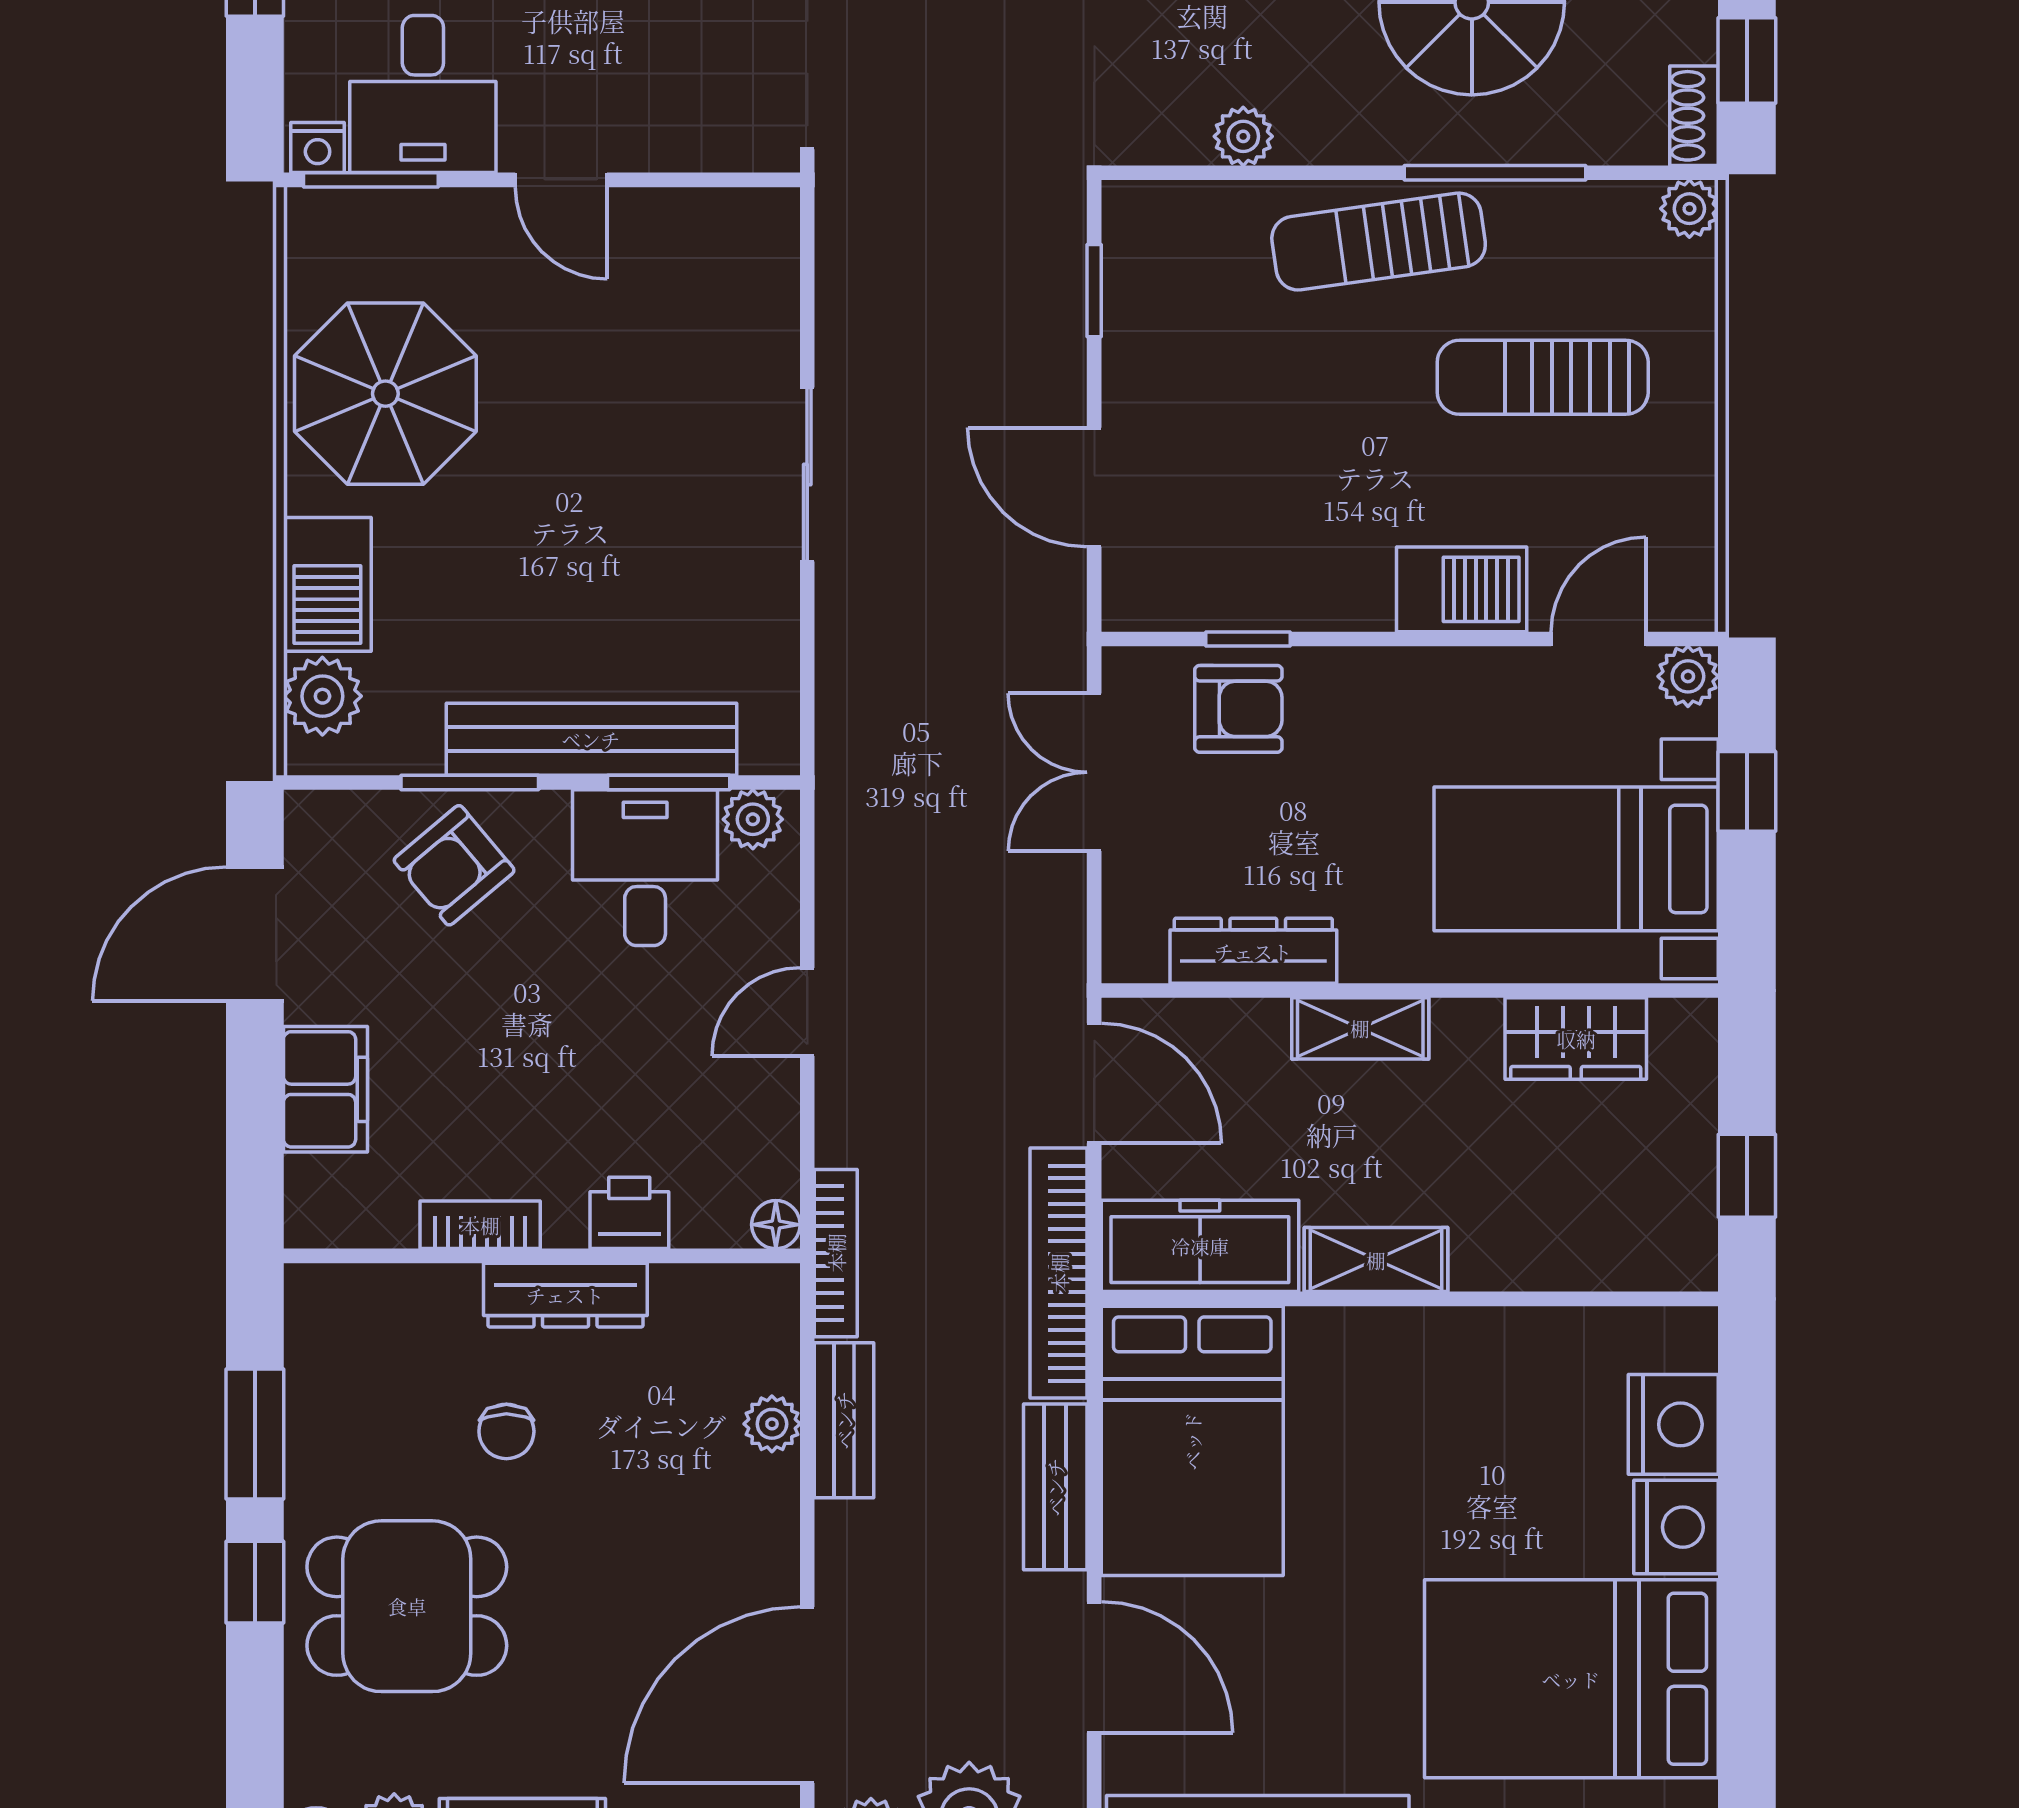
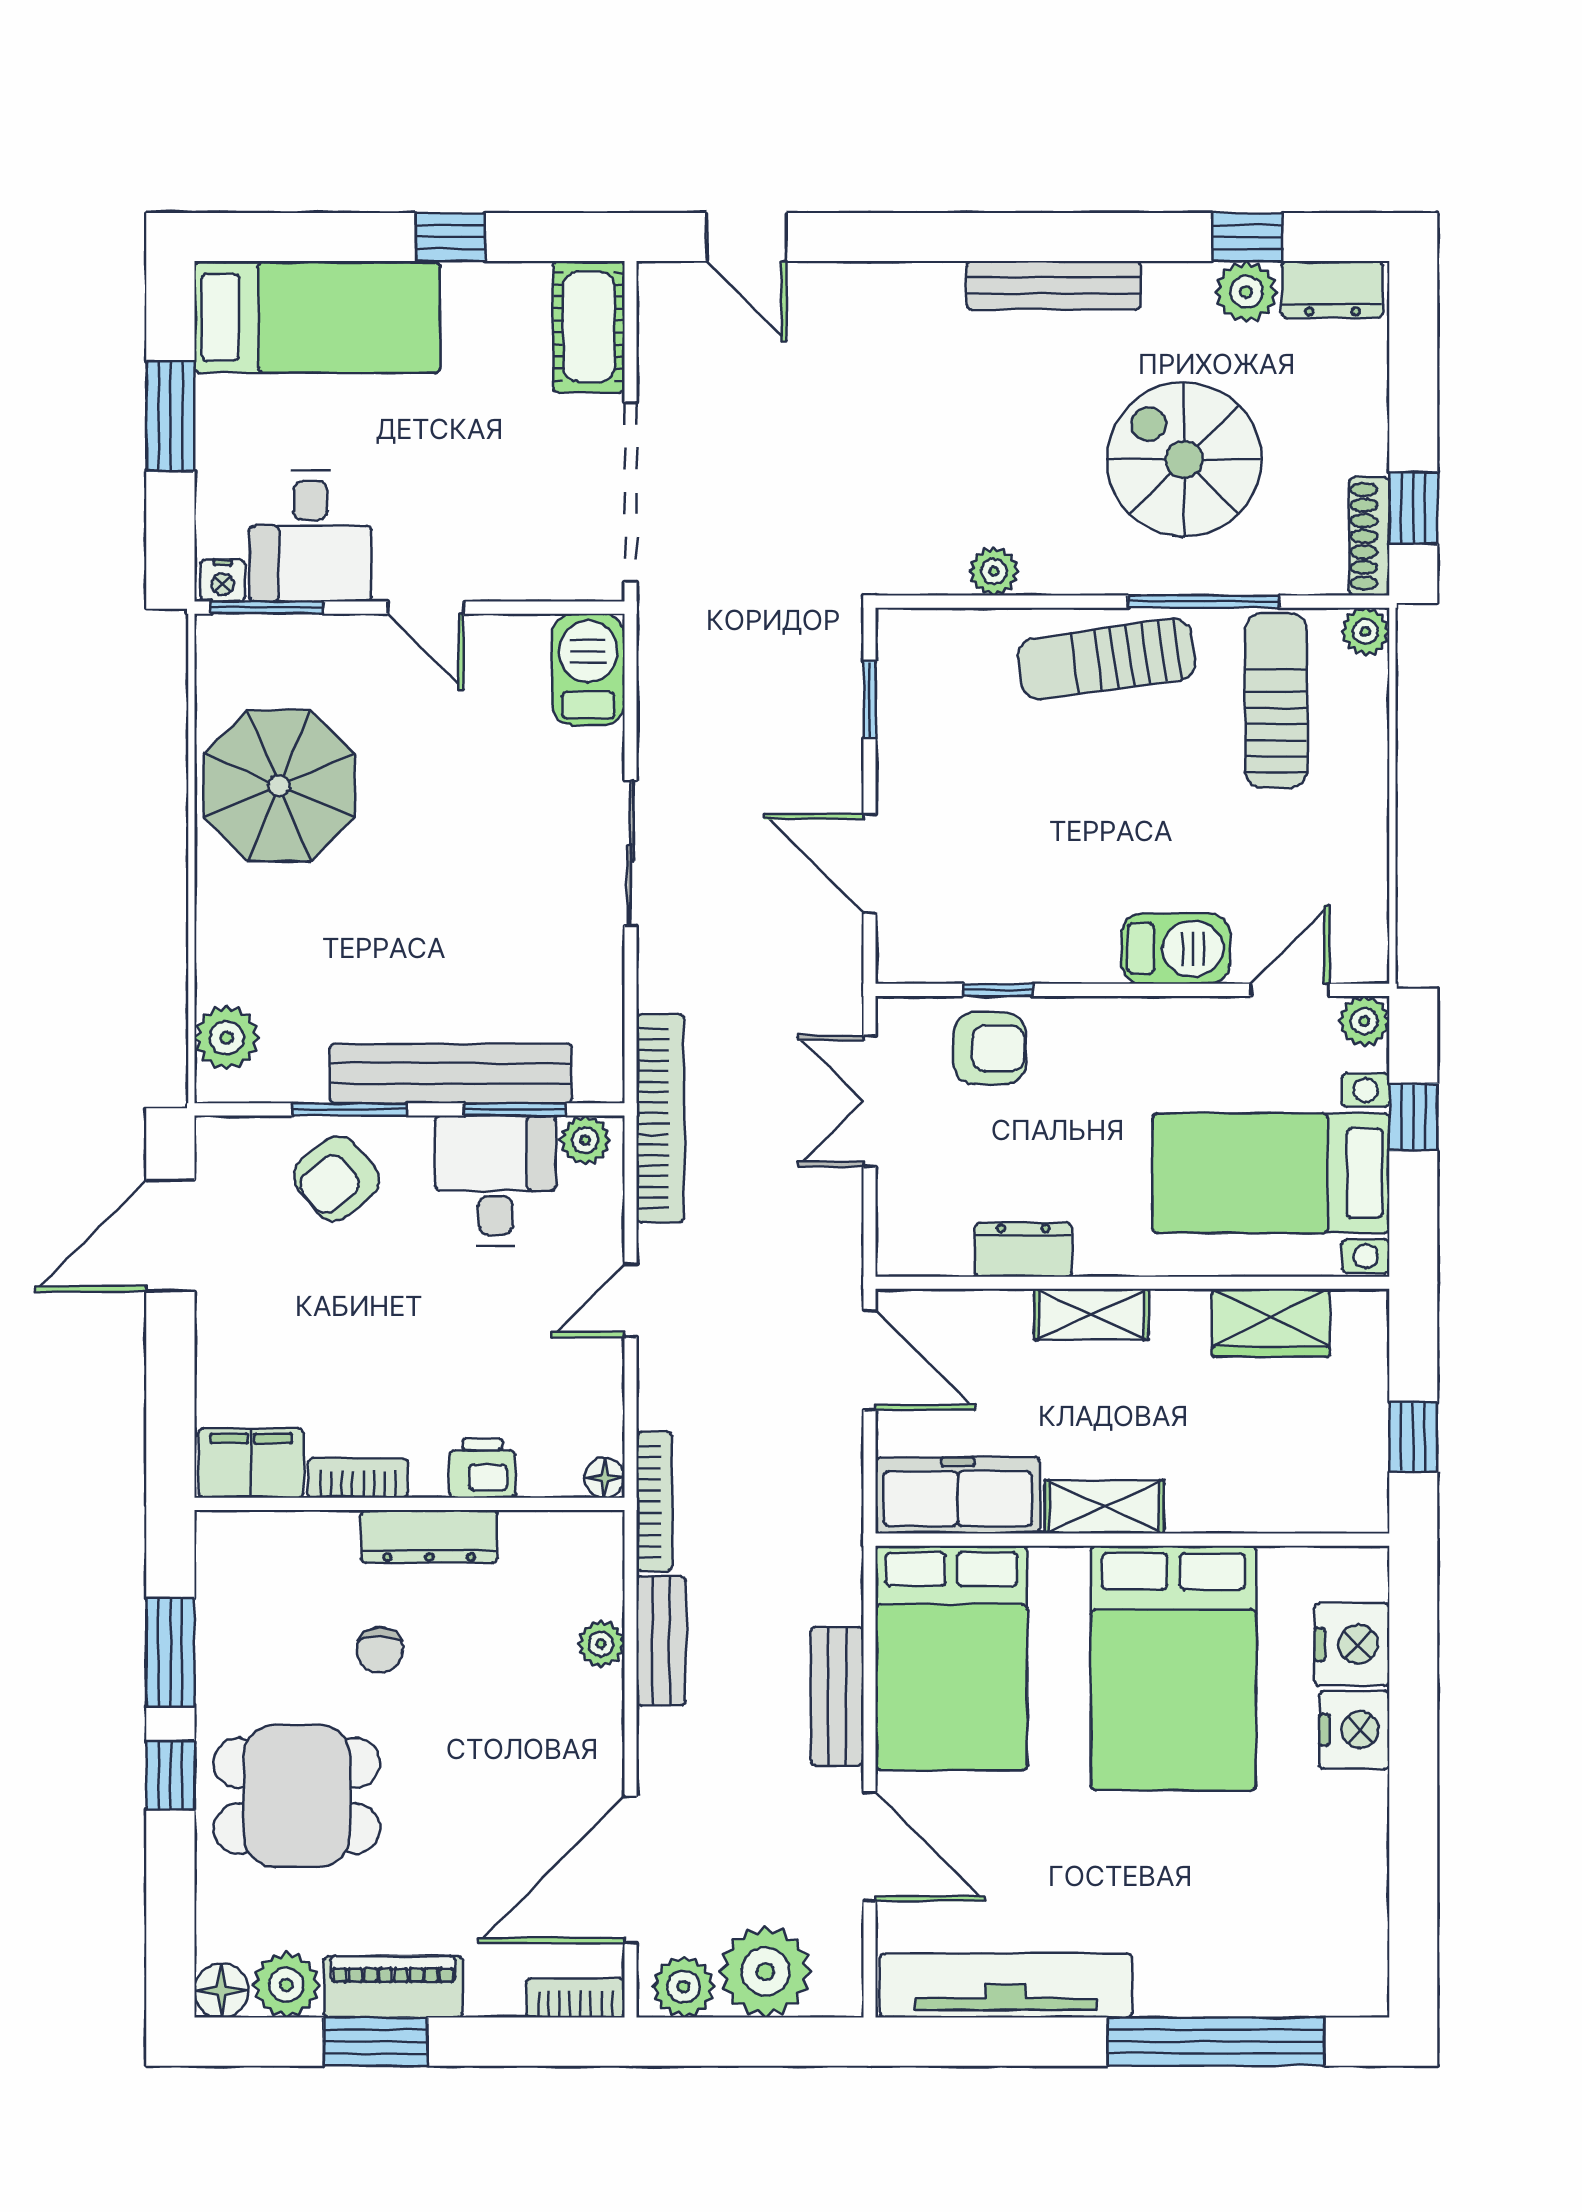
shoe rack: (1694, 116) -> (1369, 536), width x1.43
sun lounger: (1543, 377) -> (1276, 700), moved, turned 90
barbecue: (327, 584) -> (588, 669), moved, turned 180
dresser: (1253, 951) -> (1023, 1250), width x0.70
filing cabinet: (325, 1089) -> (251, 1463), moved, turned -90
bookcase: (1059, 1273) -> (660, 1118), moved, turned 180
bed: (1571, 1679) -> (1173, 1668), moved, turned -90

